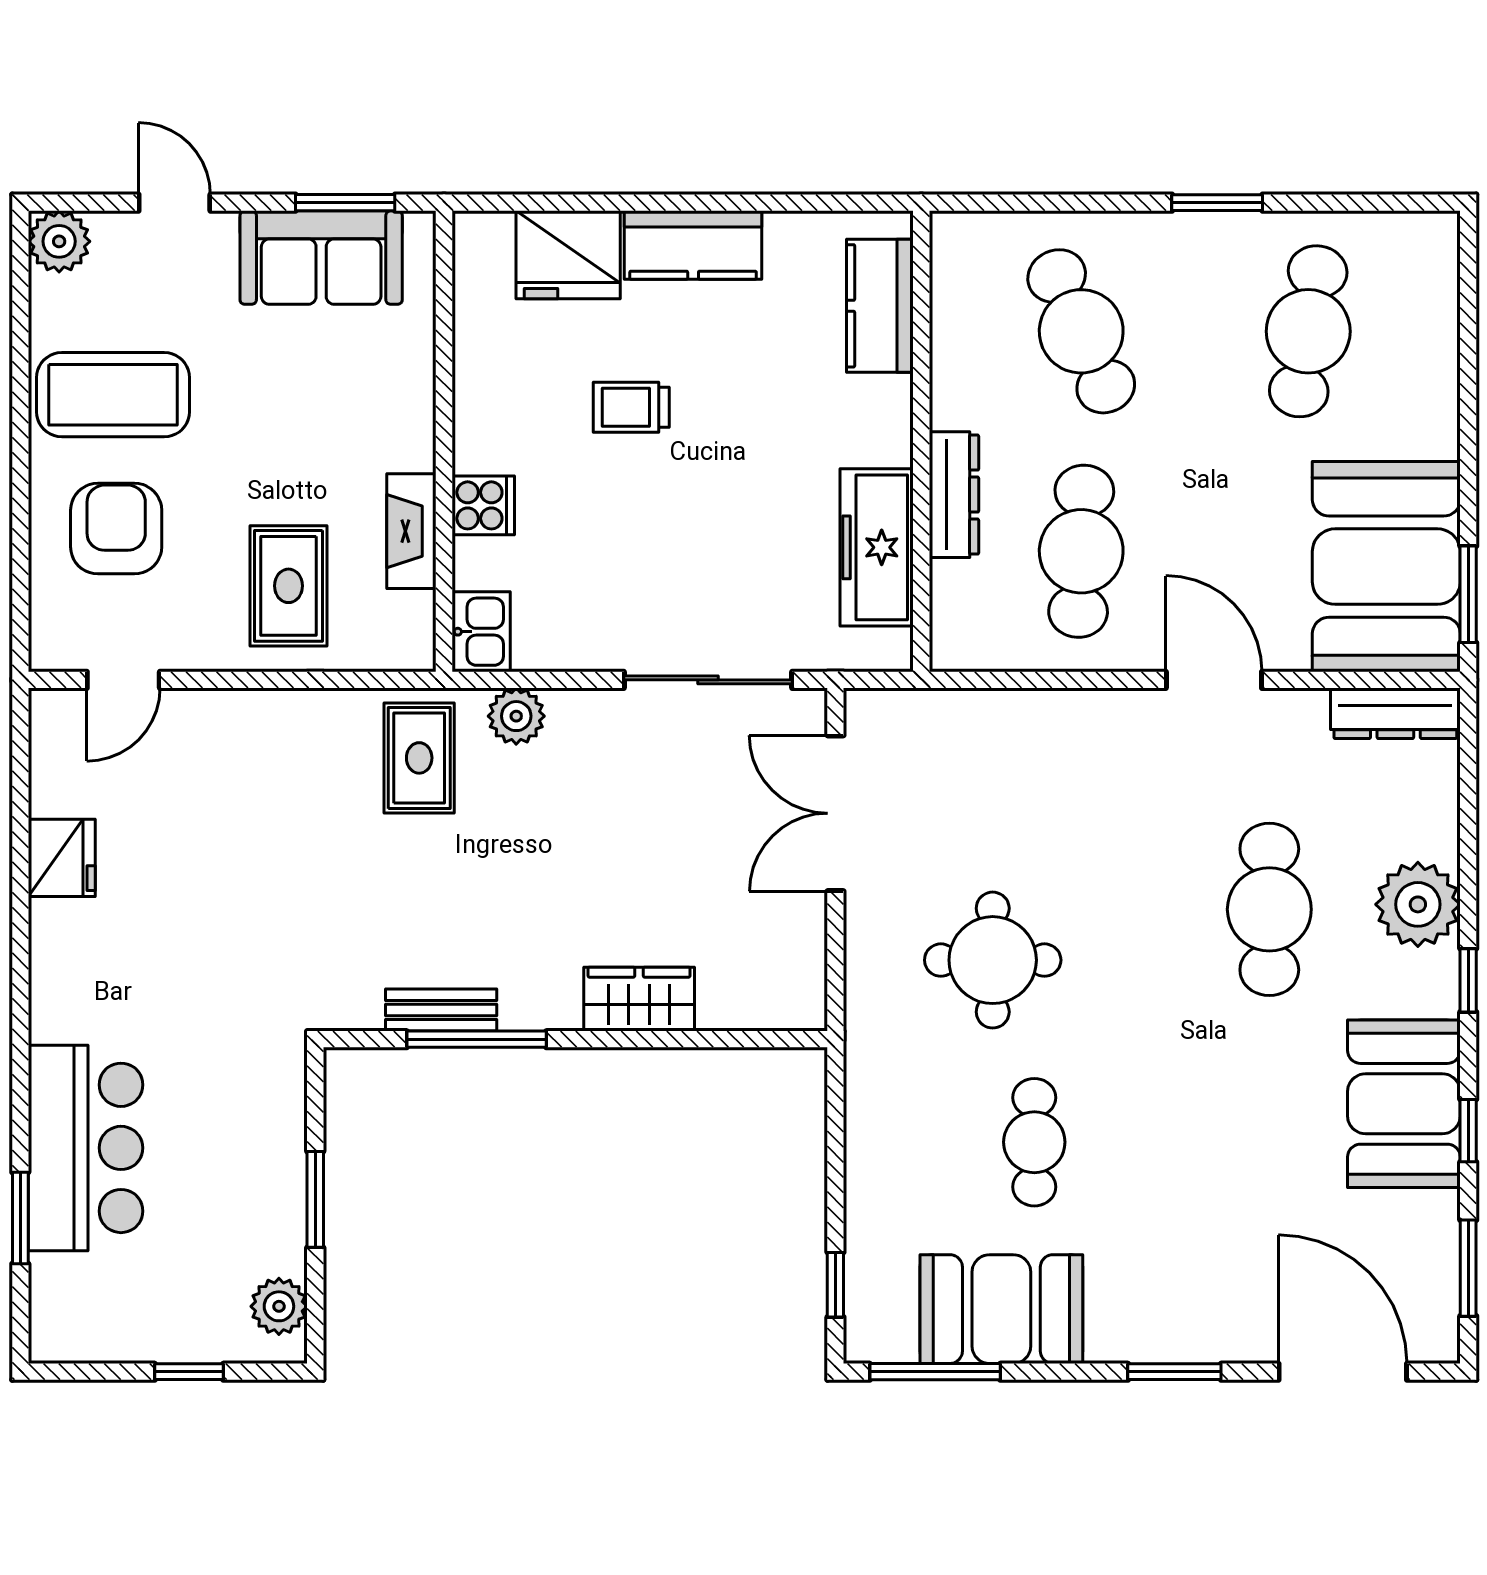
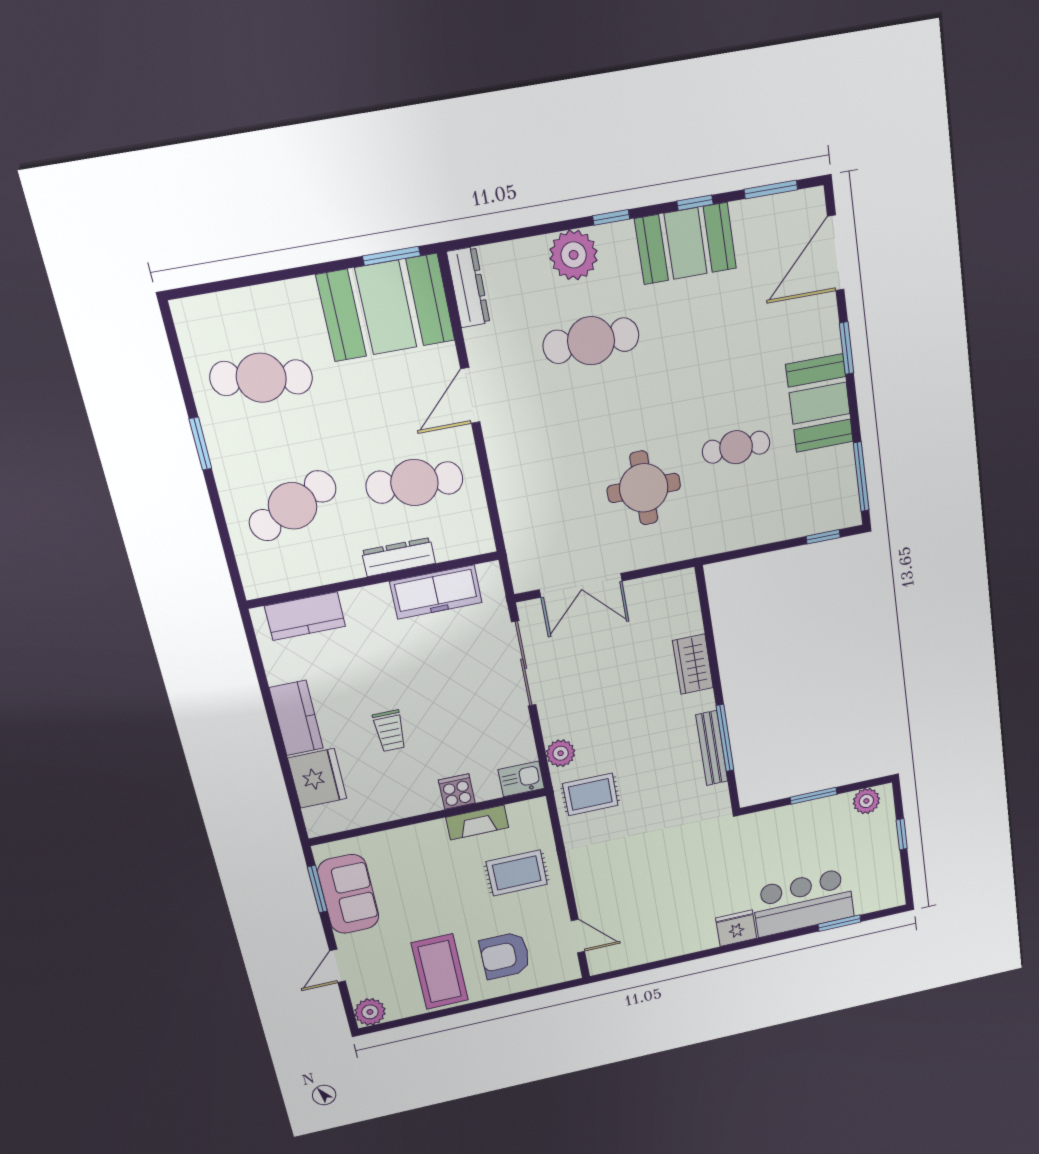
fridge: (62, 858) -> (736, 928), moved
bench: (441, 1010) -> (712, 748), width x1.36
booth: (1001, 1309) -> (820, 403), moved

